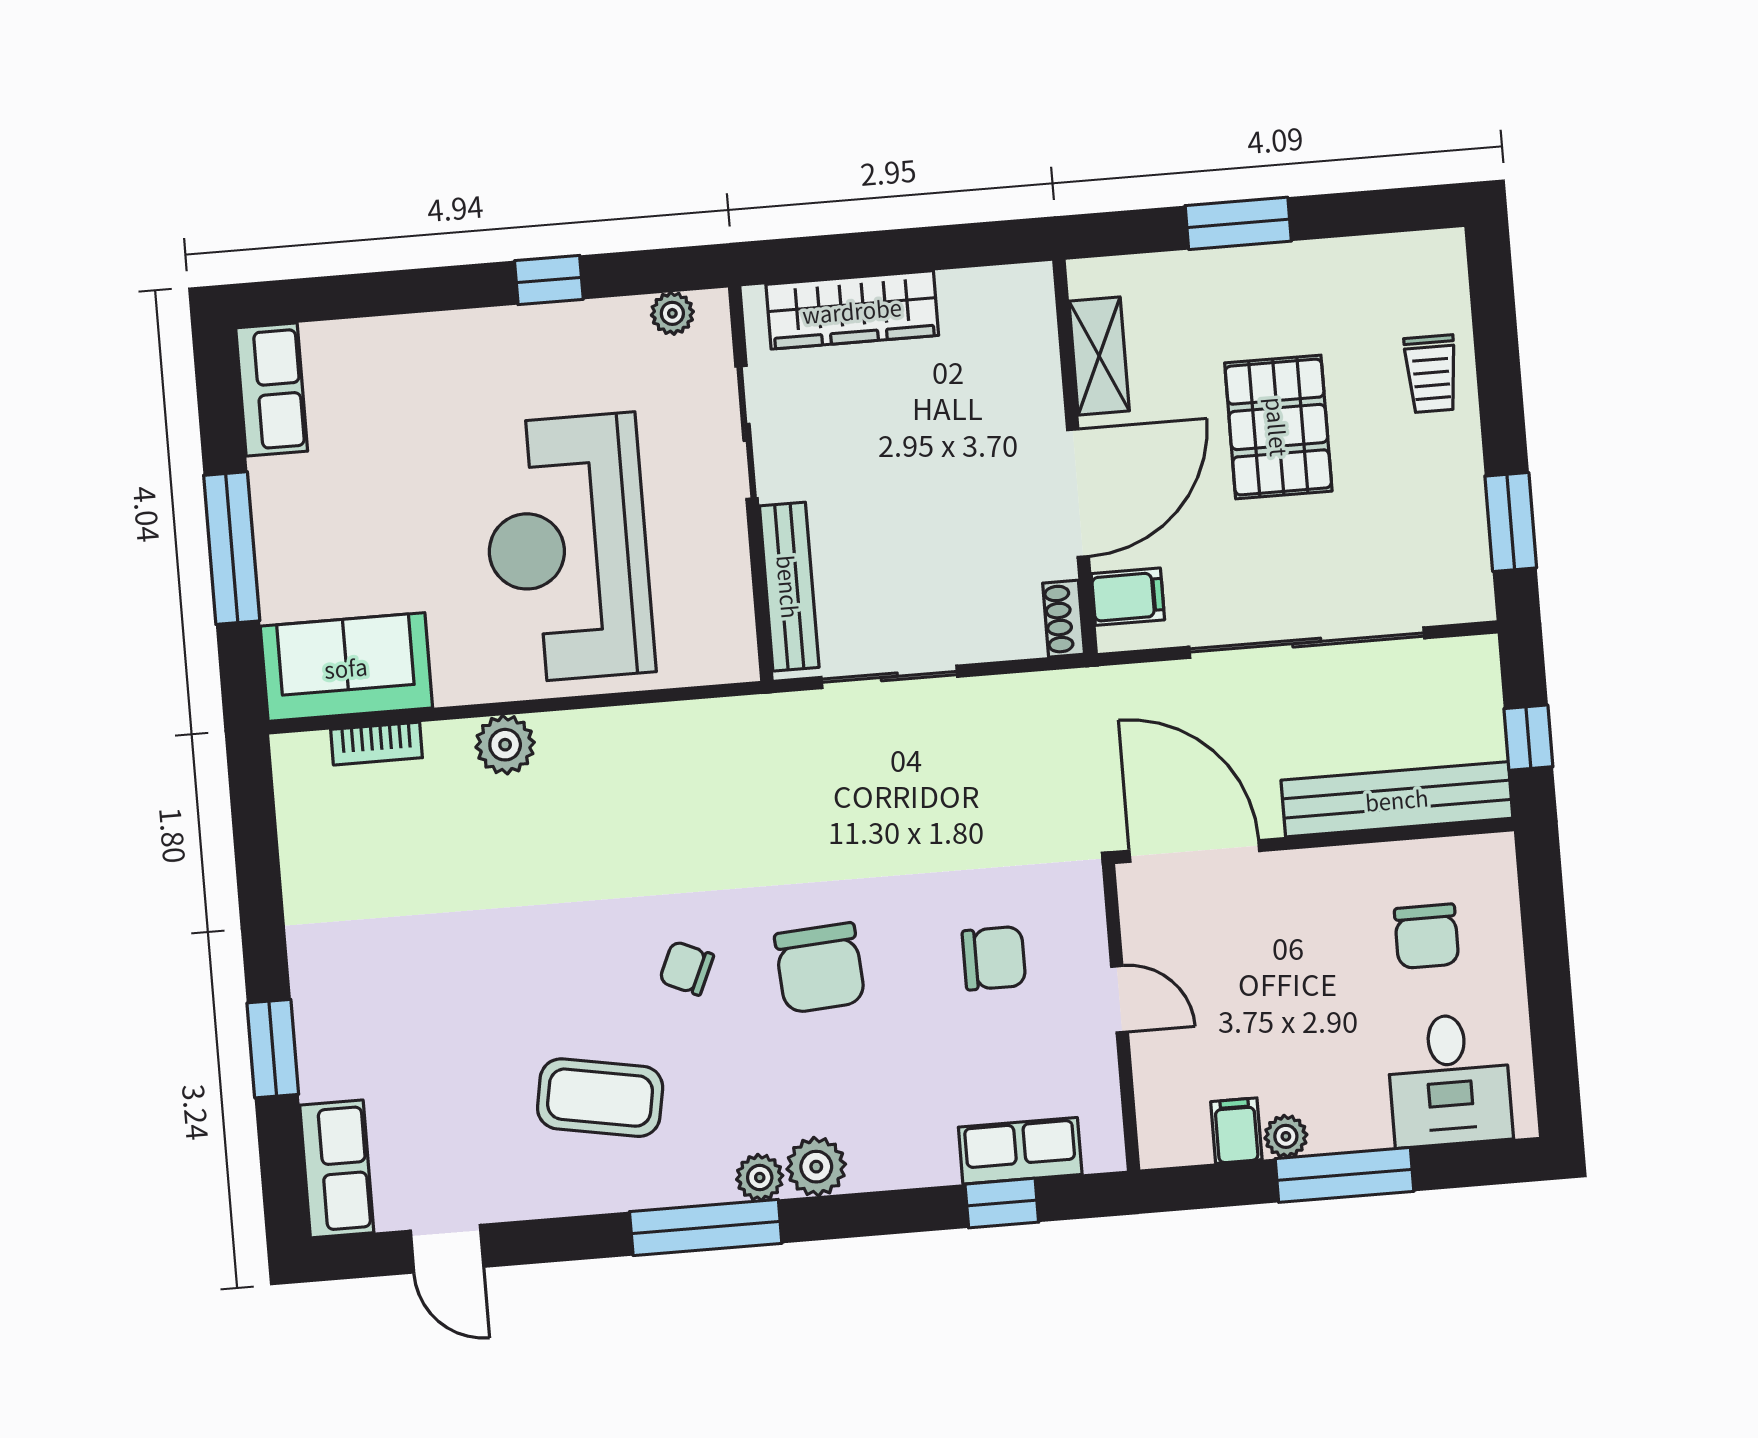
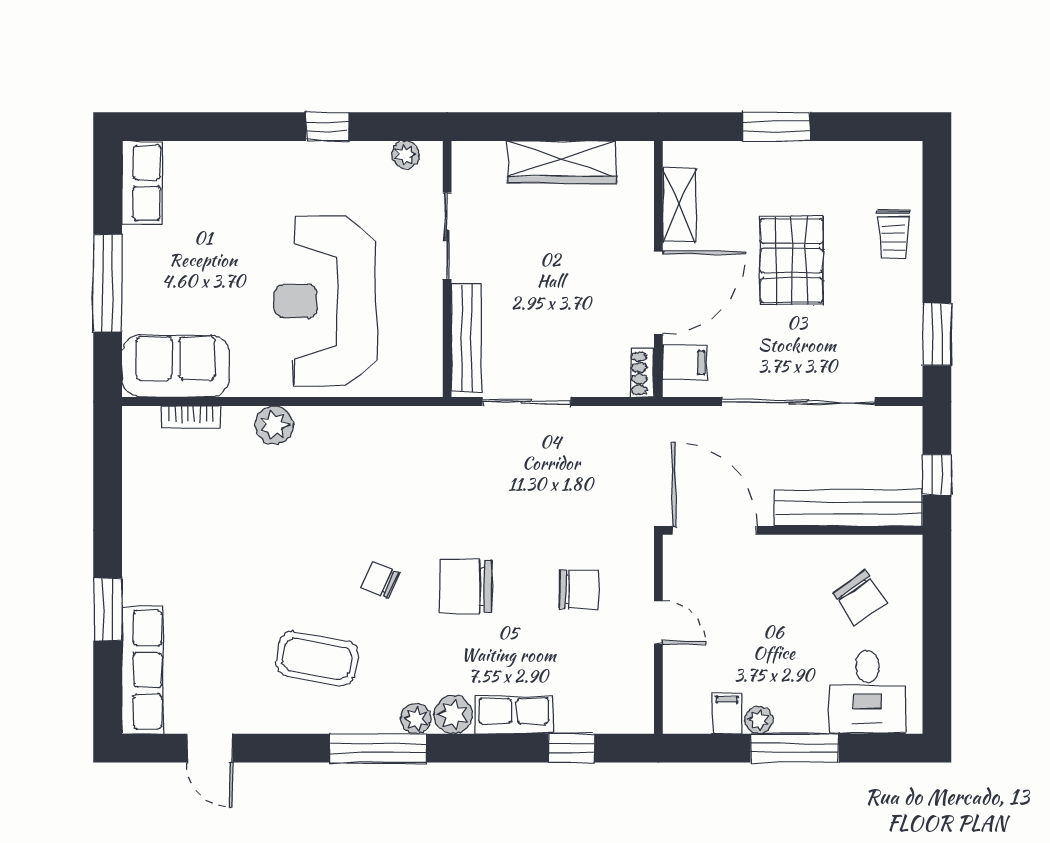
wardrobe: (852, 310) -> (562, 162), moved
chair: (1427, 936) -> (860, 598), turned -35
chair: (820, 968) -> (466, 586), turned 94
row of seats: (1020, 1151) -> (514, 715), moved
row of seats: (337, 1169) -> (143, 670), width x1.48

